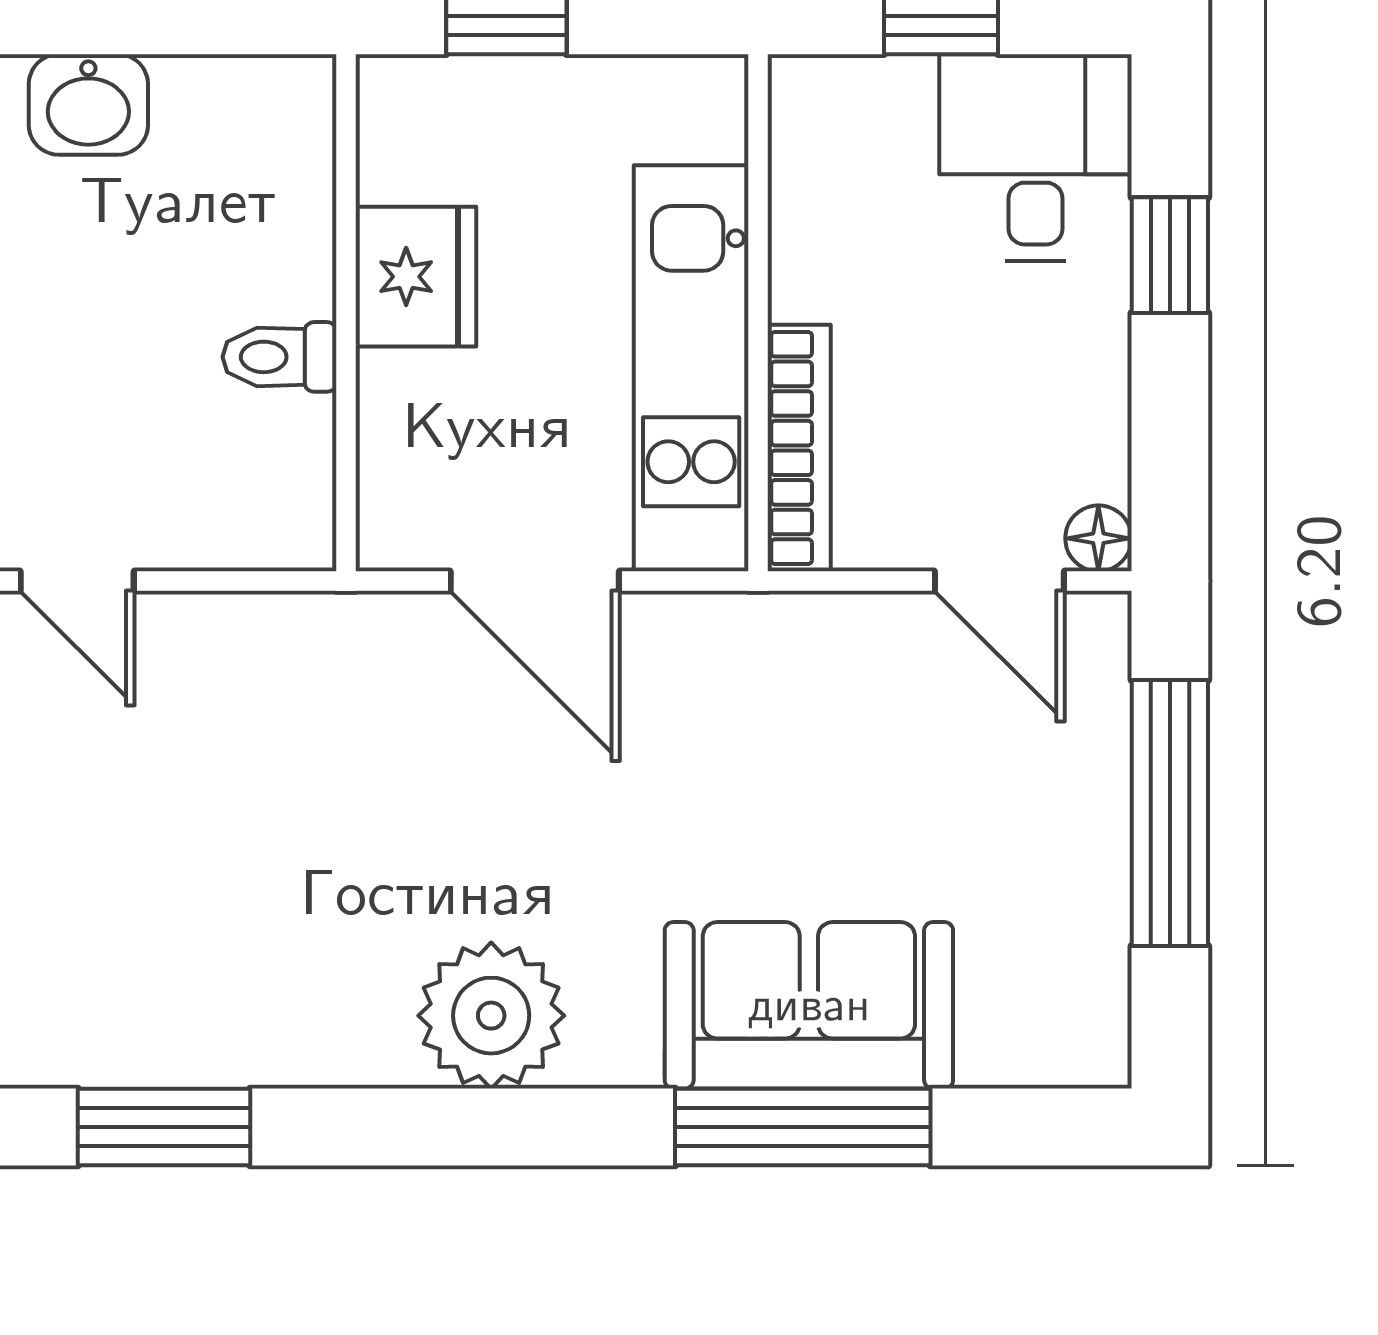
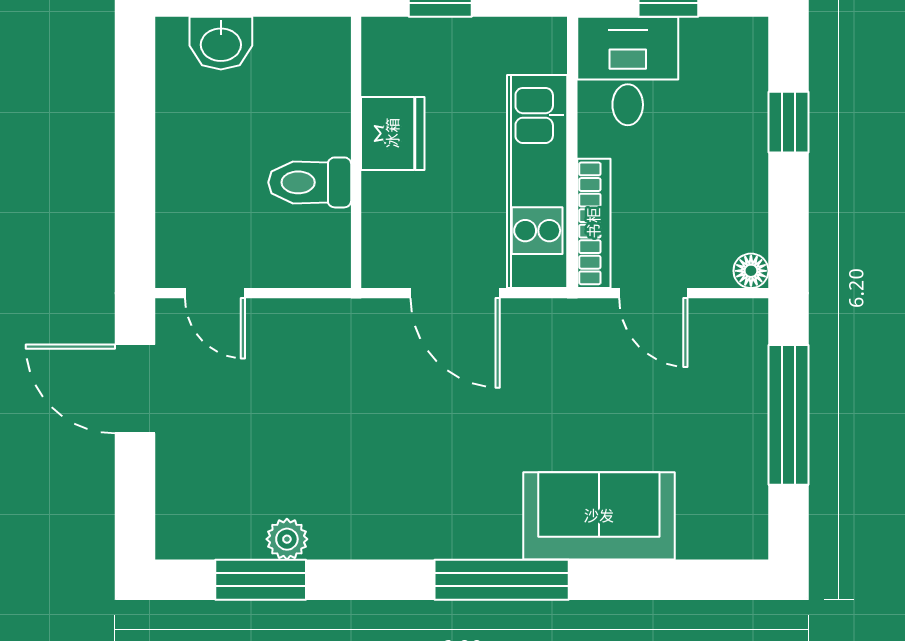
desk: (1035, 158) -> (628, 71), moved
toilet: (280, 357) -> (310, 182), width x1.37, depth x1.39
door: (999, 581) -> (653, 293), moved
plant: (491, 1016) -> (287, 539), moved, width x0.53, depth x0.53
window: (803, 1127) -> (502, 580), moved

